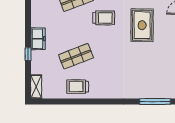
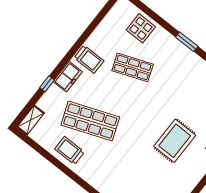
trolley: (104, 18) -> (89, 59), moved
shop shelf: (76, 56) -> (90, 121), width x1.43, depth x1.36

